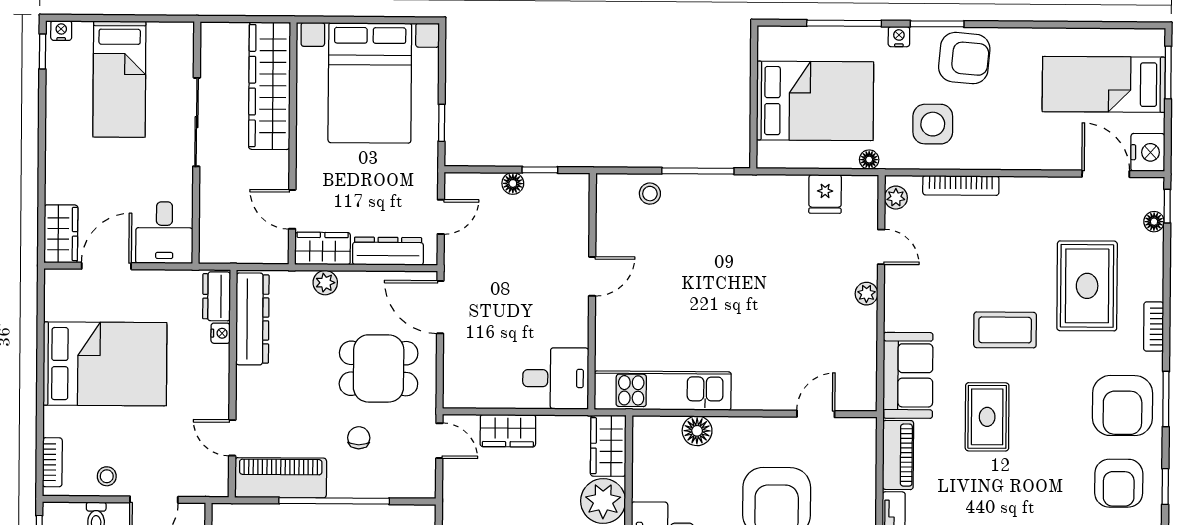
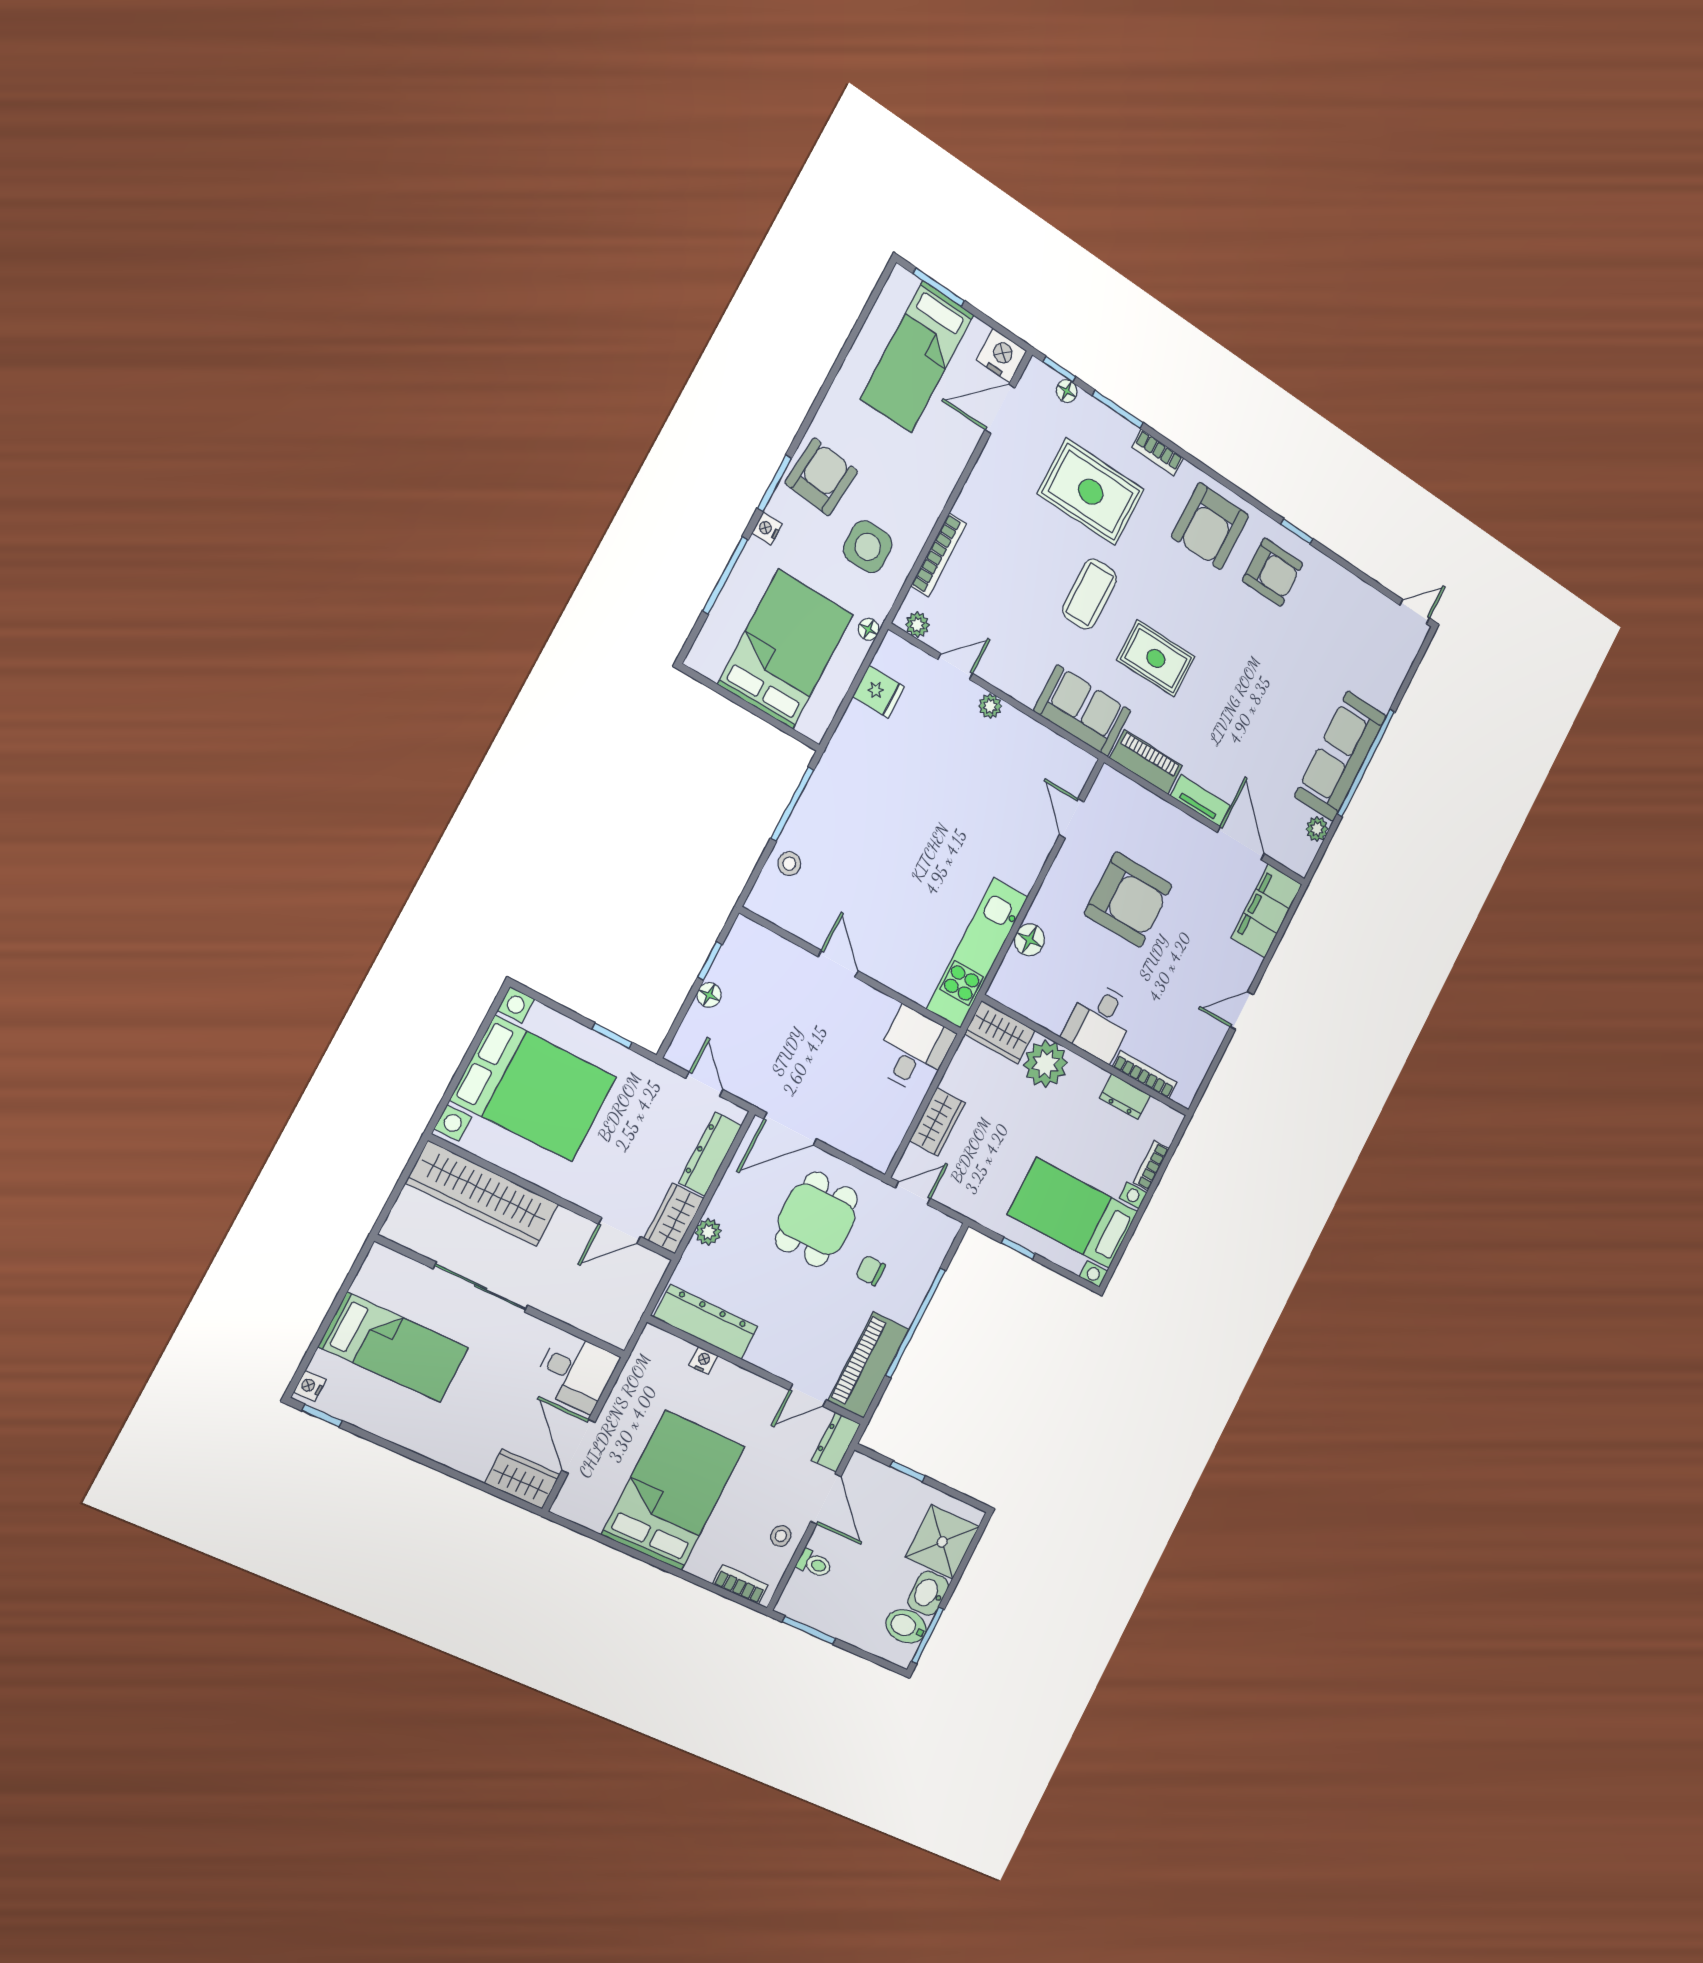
dresser: (217, 296) -> (836, 1442), moved, turned 90
window: (1166, 399) -> (1118, 409), moved
armchair: (1123, 406) -> (1210, 526), turned 90

